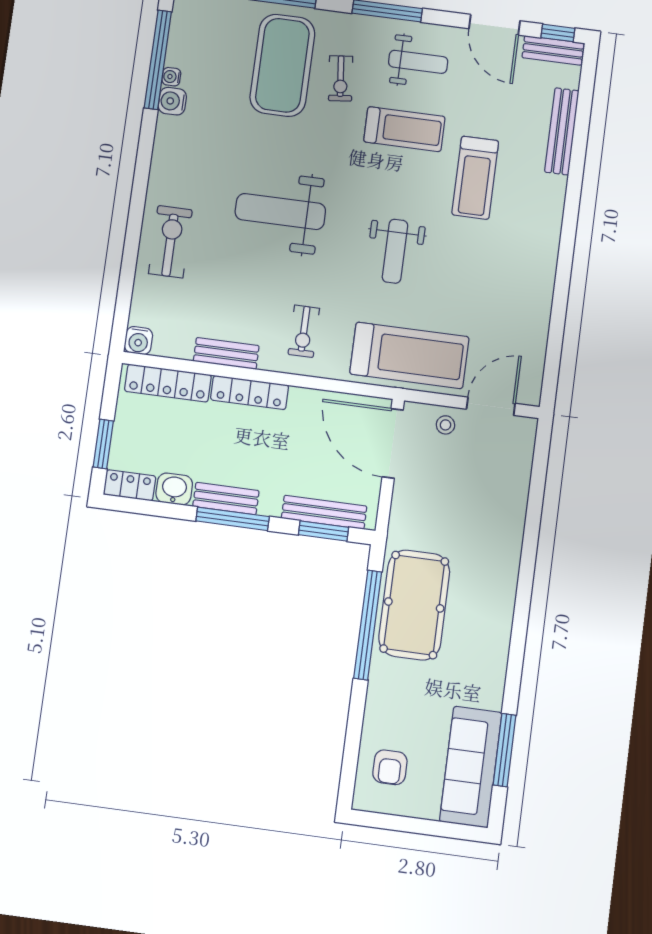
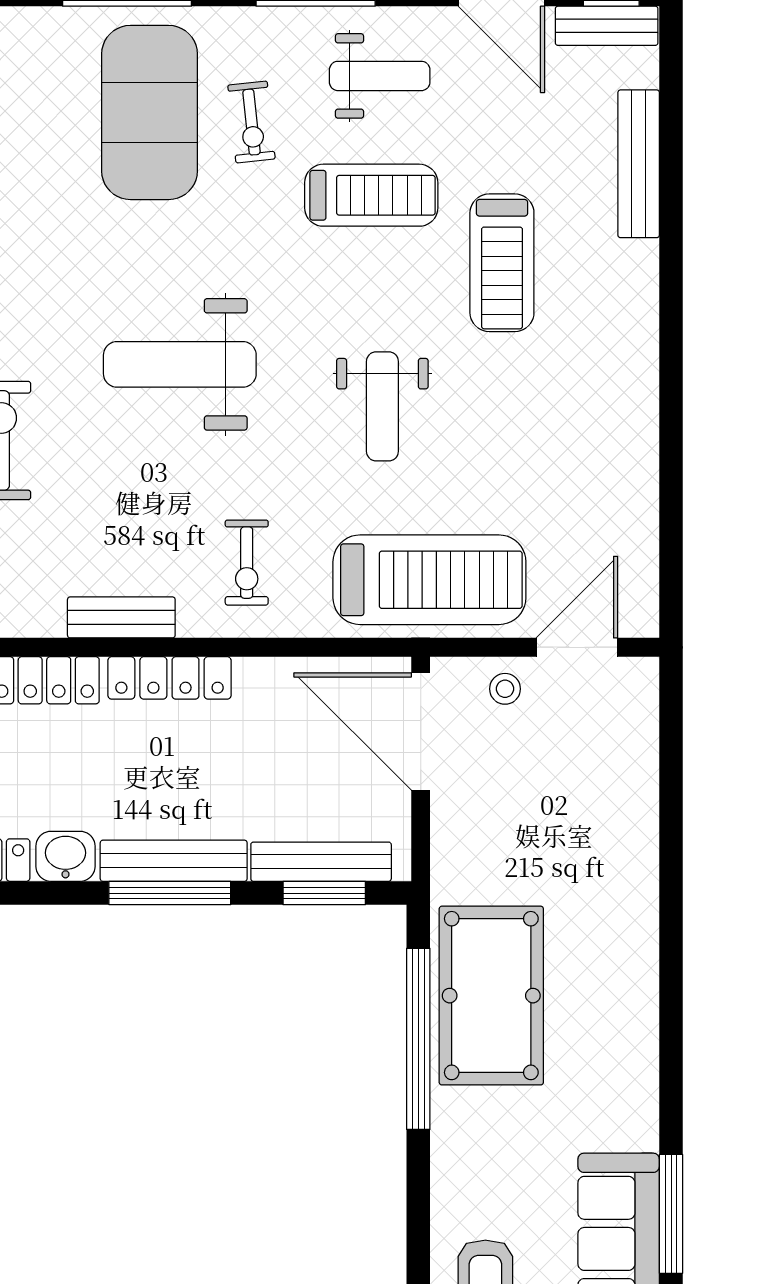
bench: (226, 499) -> (174, 861), width x1.36

